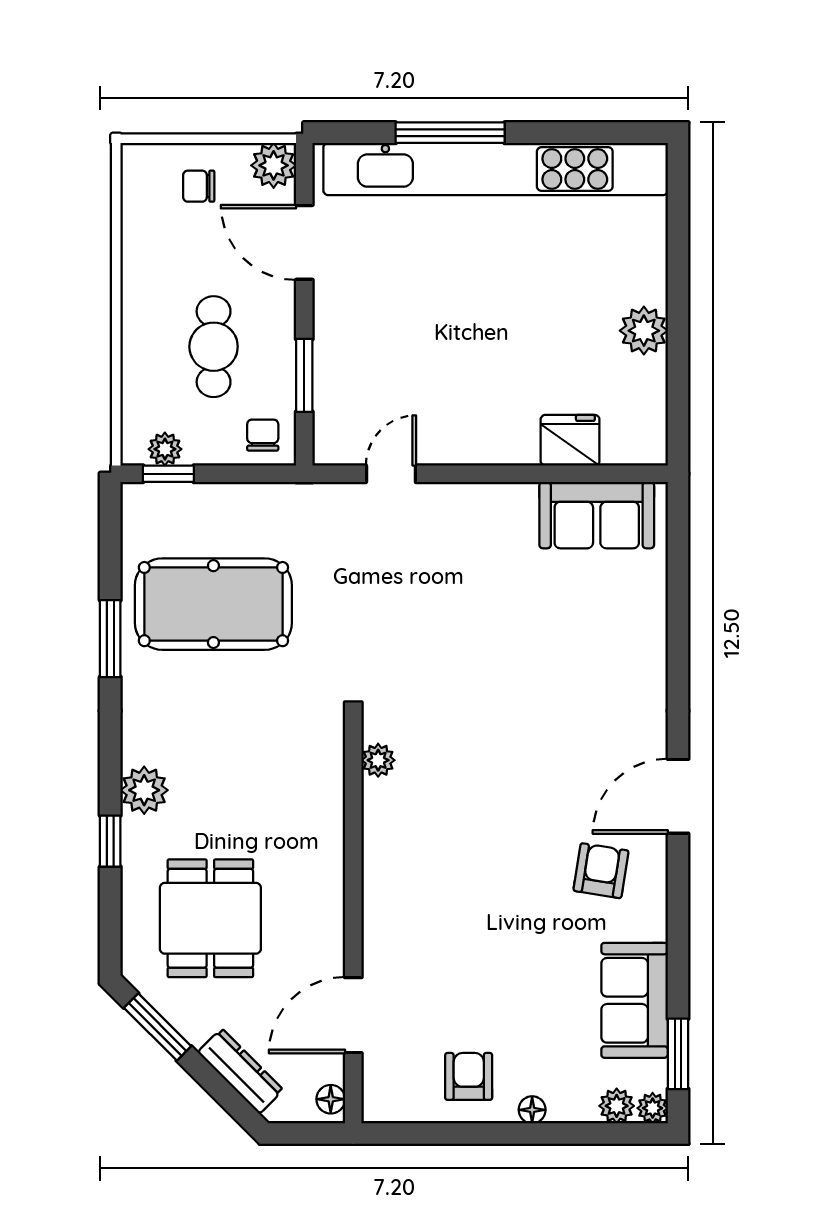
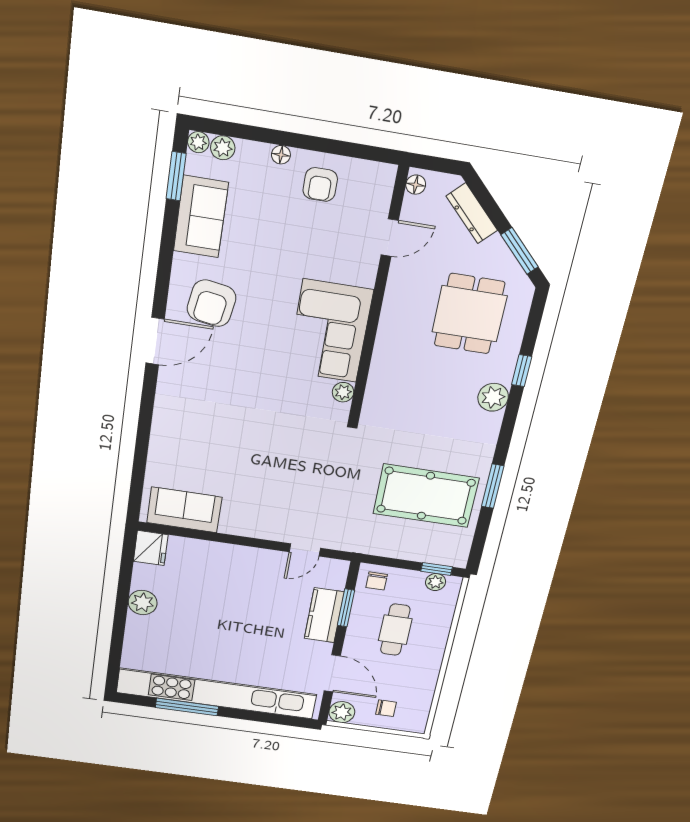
window: (450, 133) -> (187, 707), moved
kitchen counter: (338, 355) -> (324, 615), added
fridge: (570, 440) -> (151, 548), moved, turned -90
corner sofa: (416, 856) -> (330, 331), added
armchair: (601, 871) -> (211, 303), width x1.38, depth x1.38
door: (353, 1015) -> (390, 238), width x0.73

